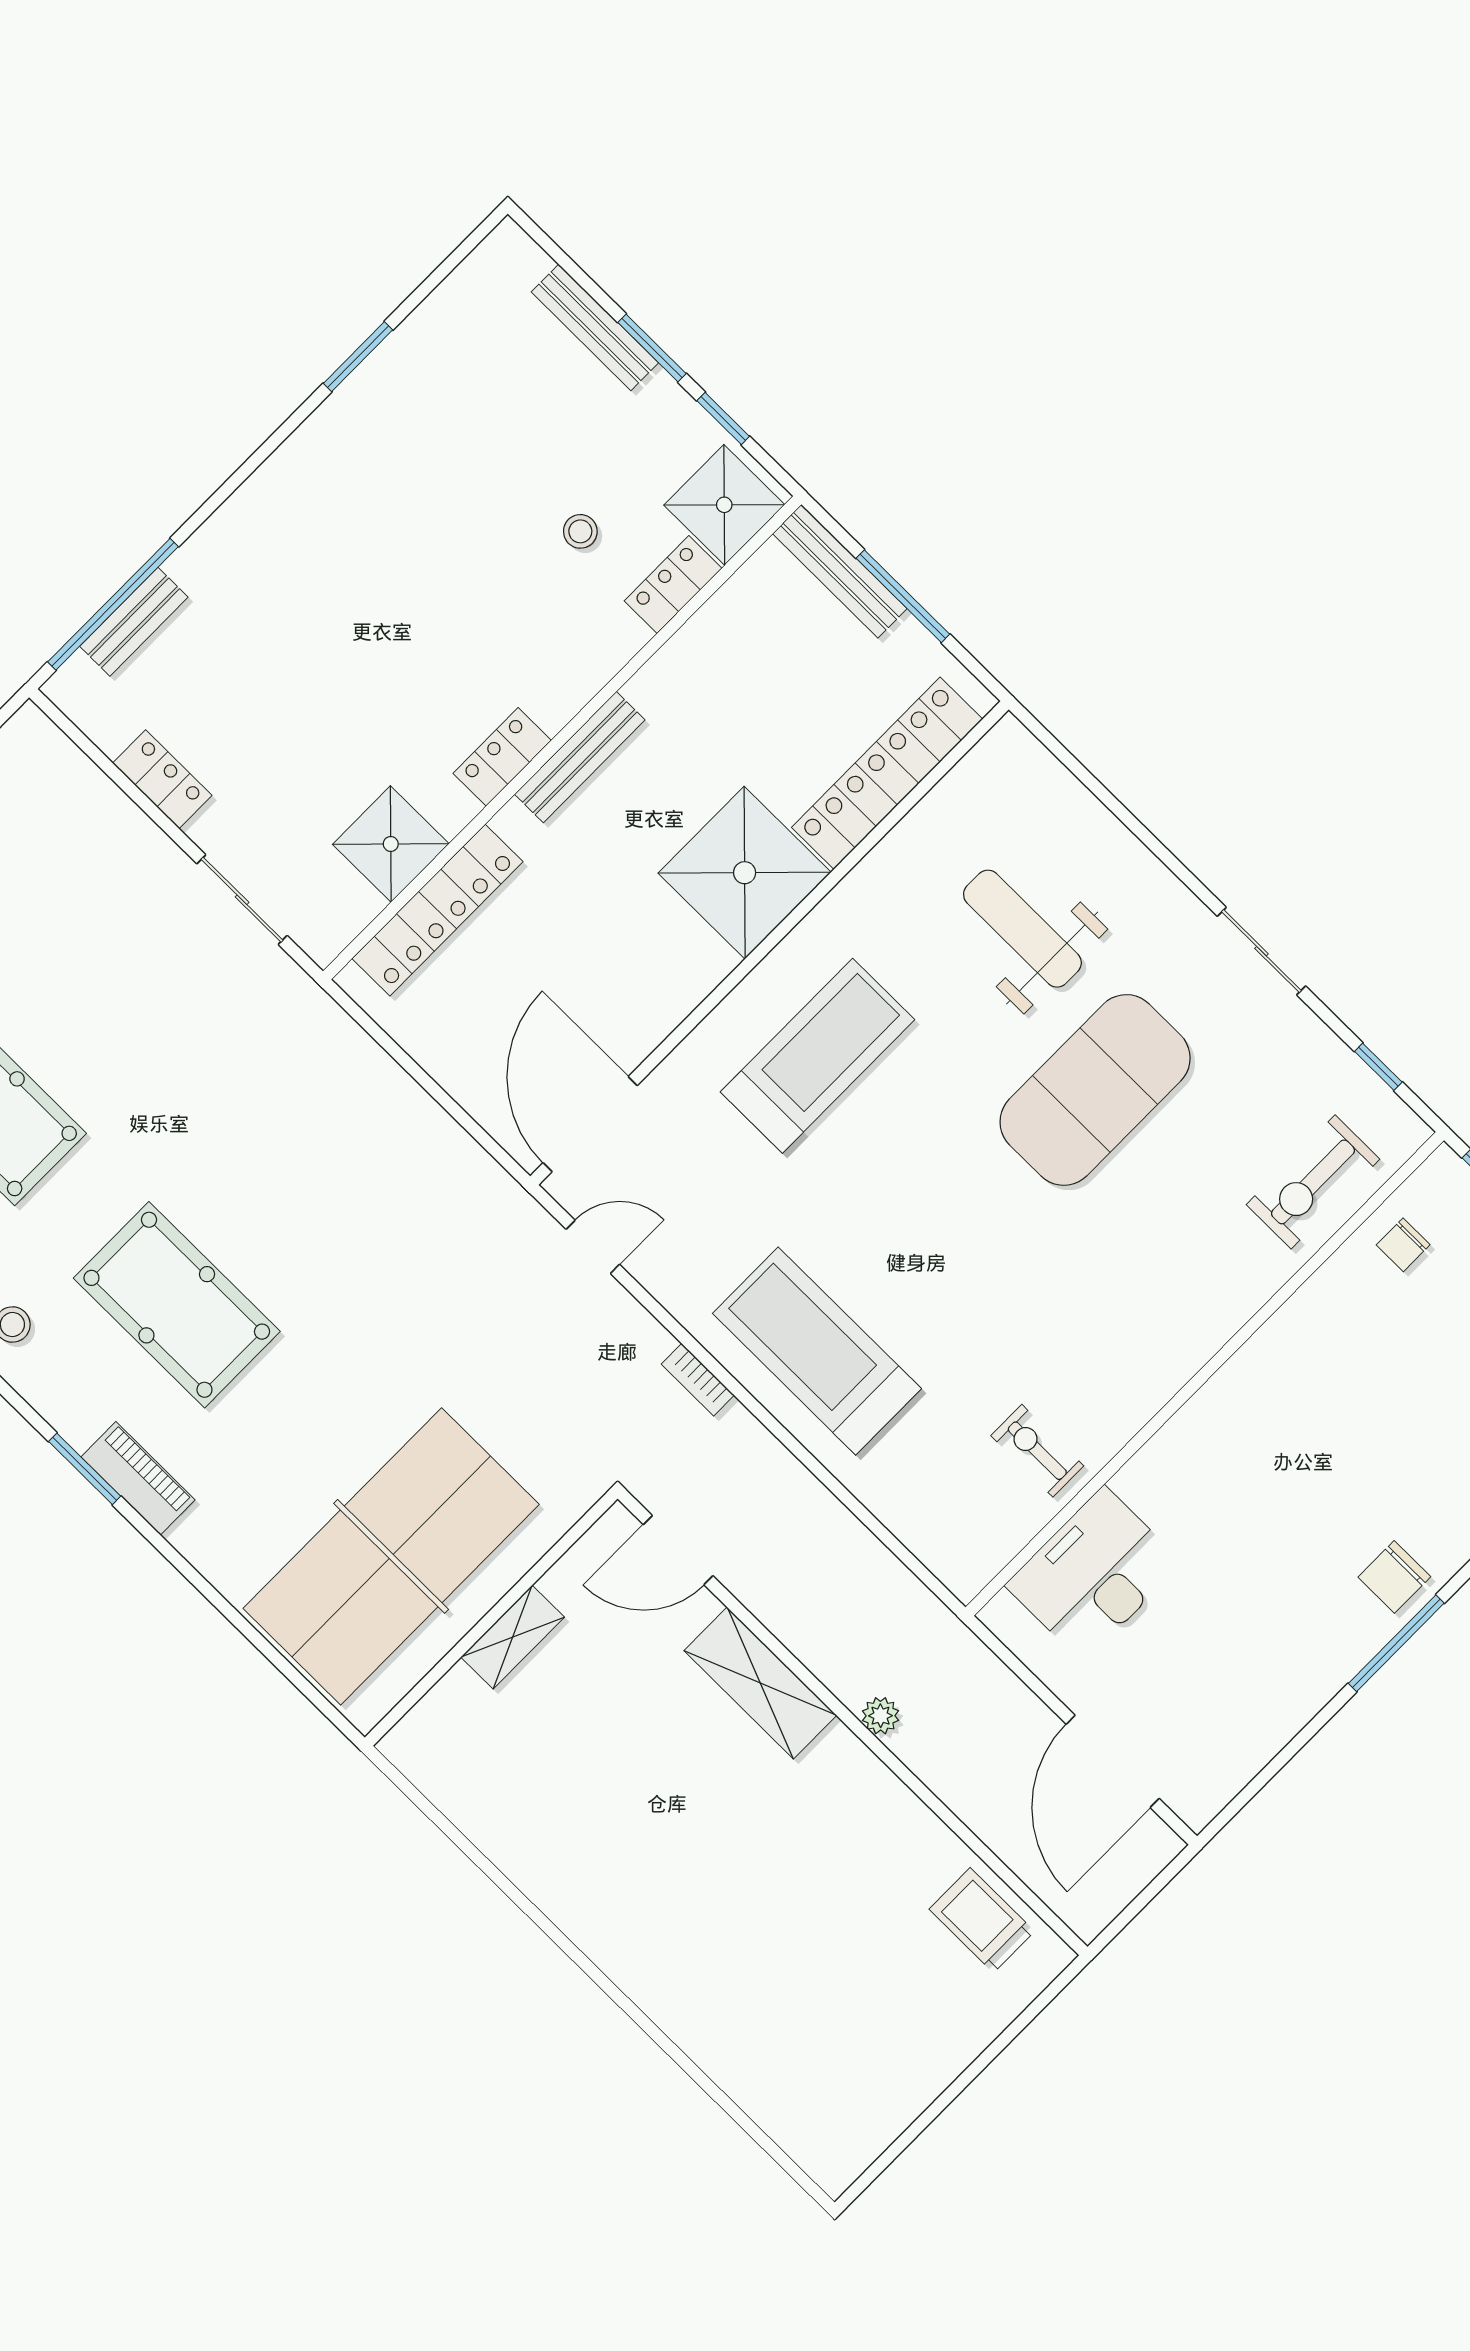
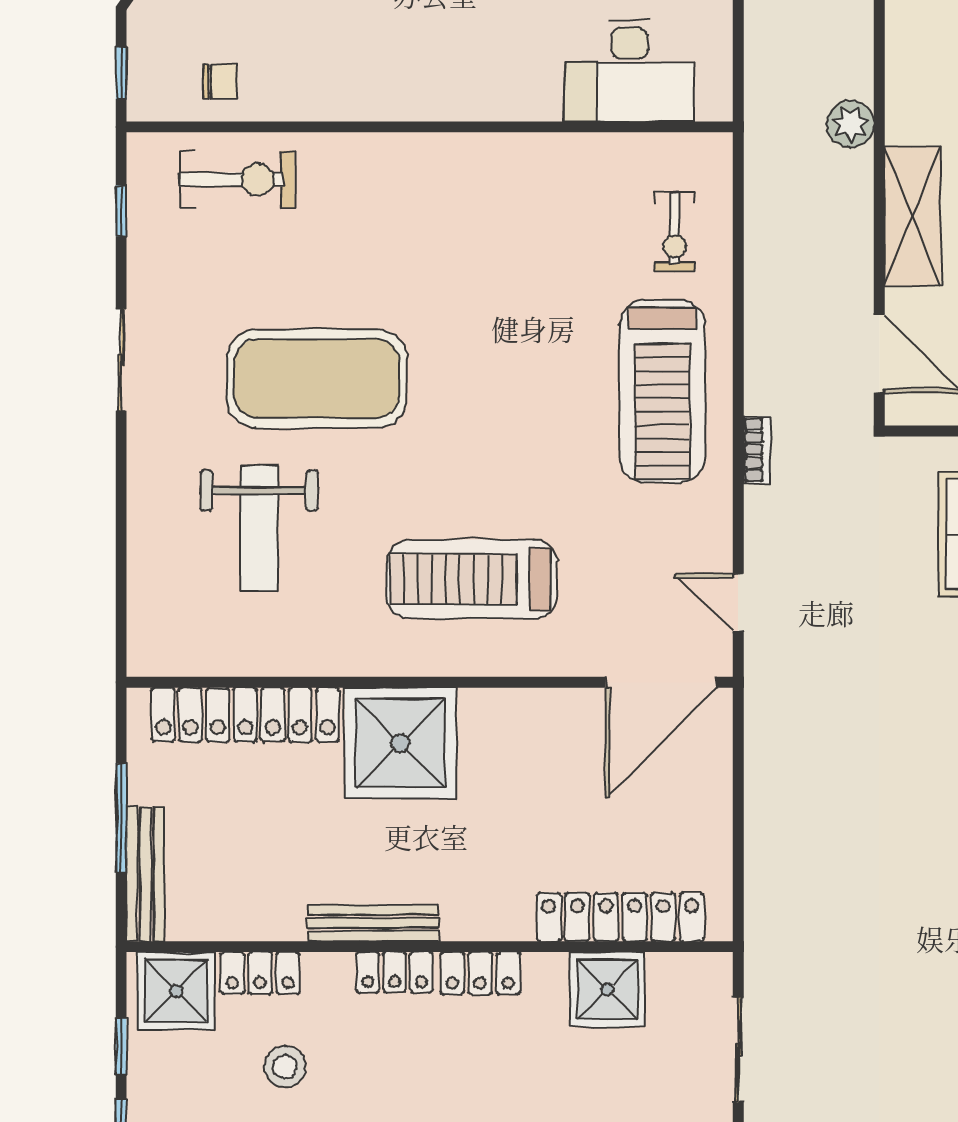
stool: (580, 531) -> (285, 1067), width x1.37, depth x1.37
locker: (569, 690) -> (394, 972), added
bench: (580, 757) -> (373, 923), moved
exercise bike: (1037, 1451) -> (675, 232), moved
plant: (881, 1716) -> (851, 124), width x1.38, depth x1.38

